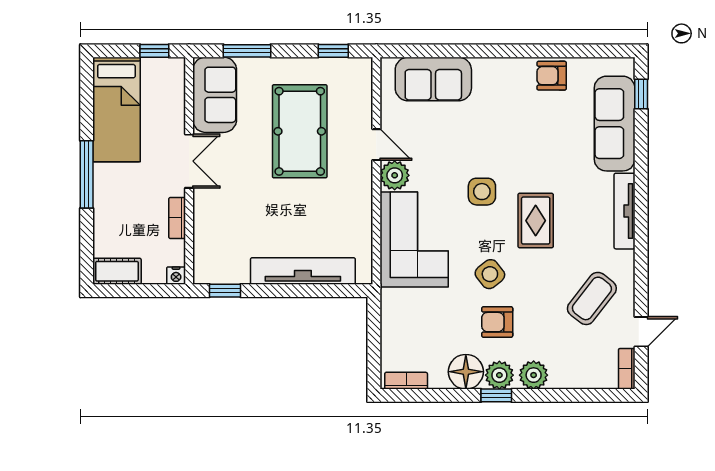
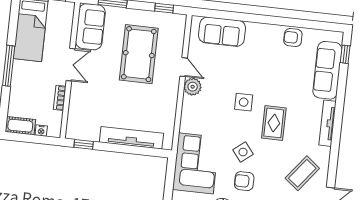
corner sofa: (414, 240) -> (196, 163), moved
nightstand: (176, 276) -> (41, 131), moved

